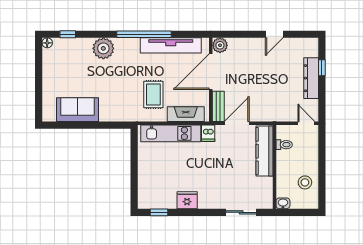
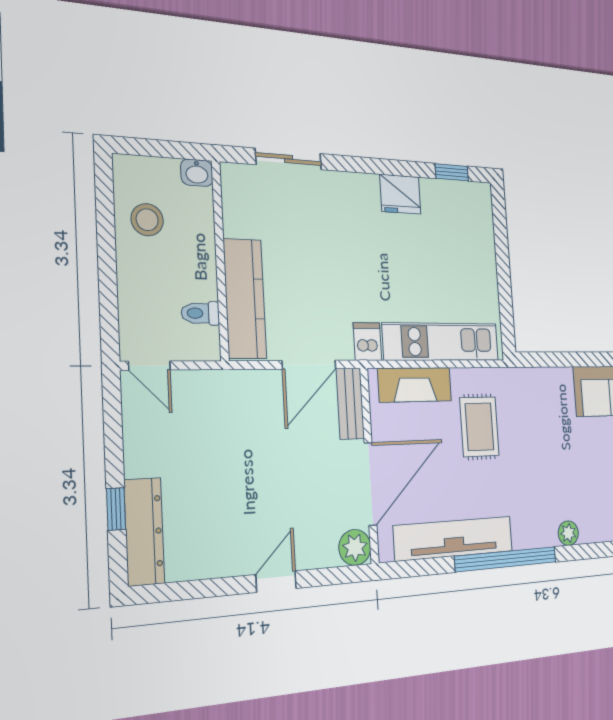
door: (274, 34) -> (276, 581), moved
plant: (103, 48) -> (568, 533), width x0.53, depth x0.53
dresser: (311, 78) -> (144, 532), moved

